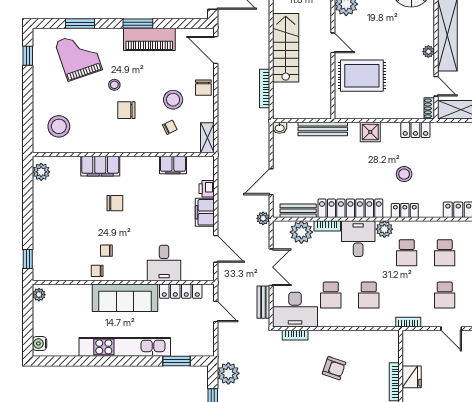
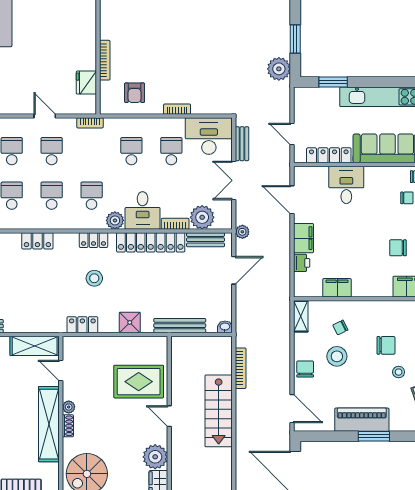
shoe rack: (429, 108) -> (68, 426), moved
bookcase: (295, 335) -> (177, 109), moved
armchair: (334, 368) -> (135, 93), moved, turned -109
fridge: (412, 377) -> (86, 83), moved

